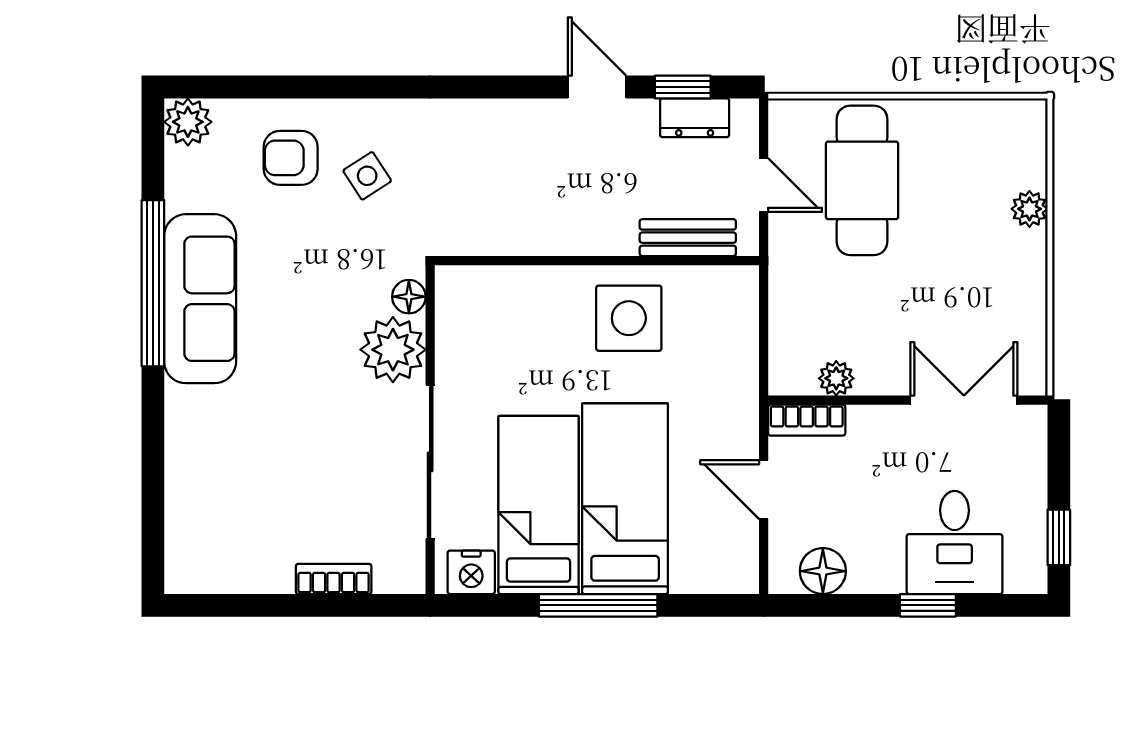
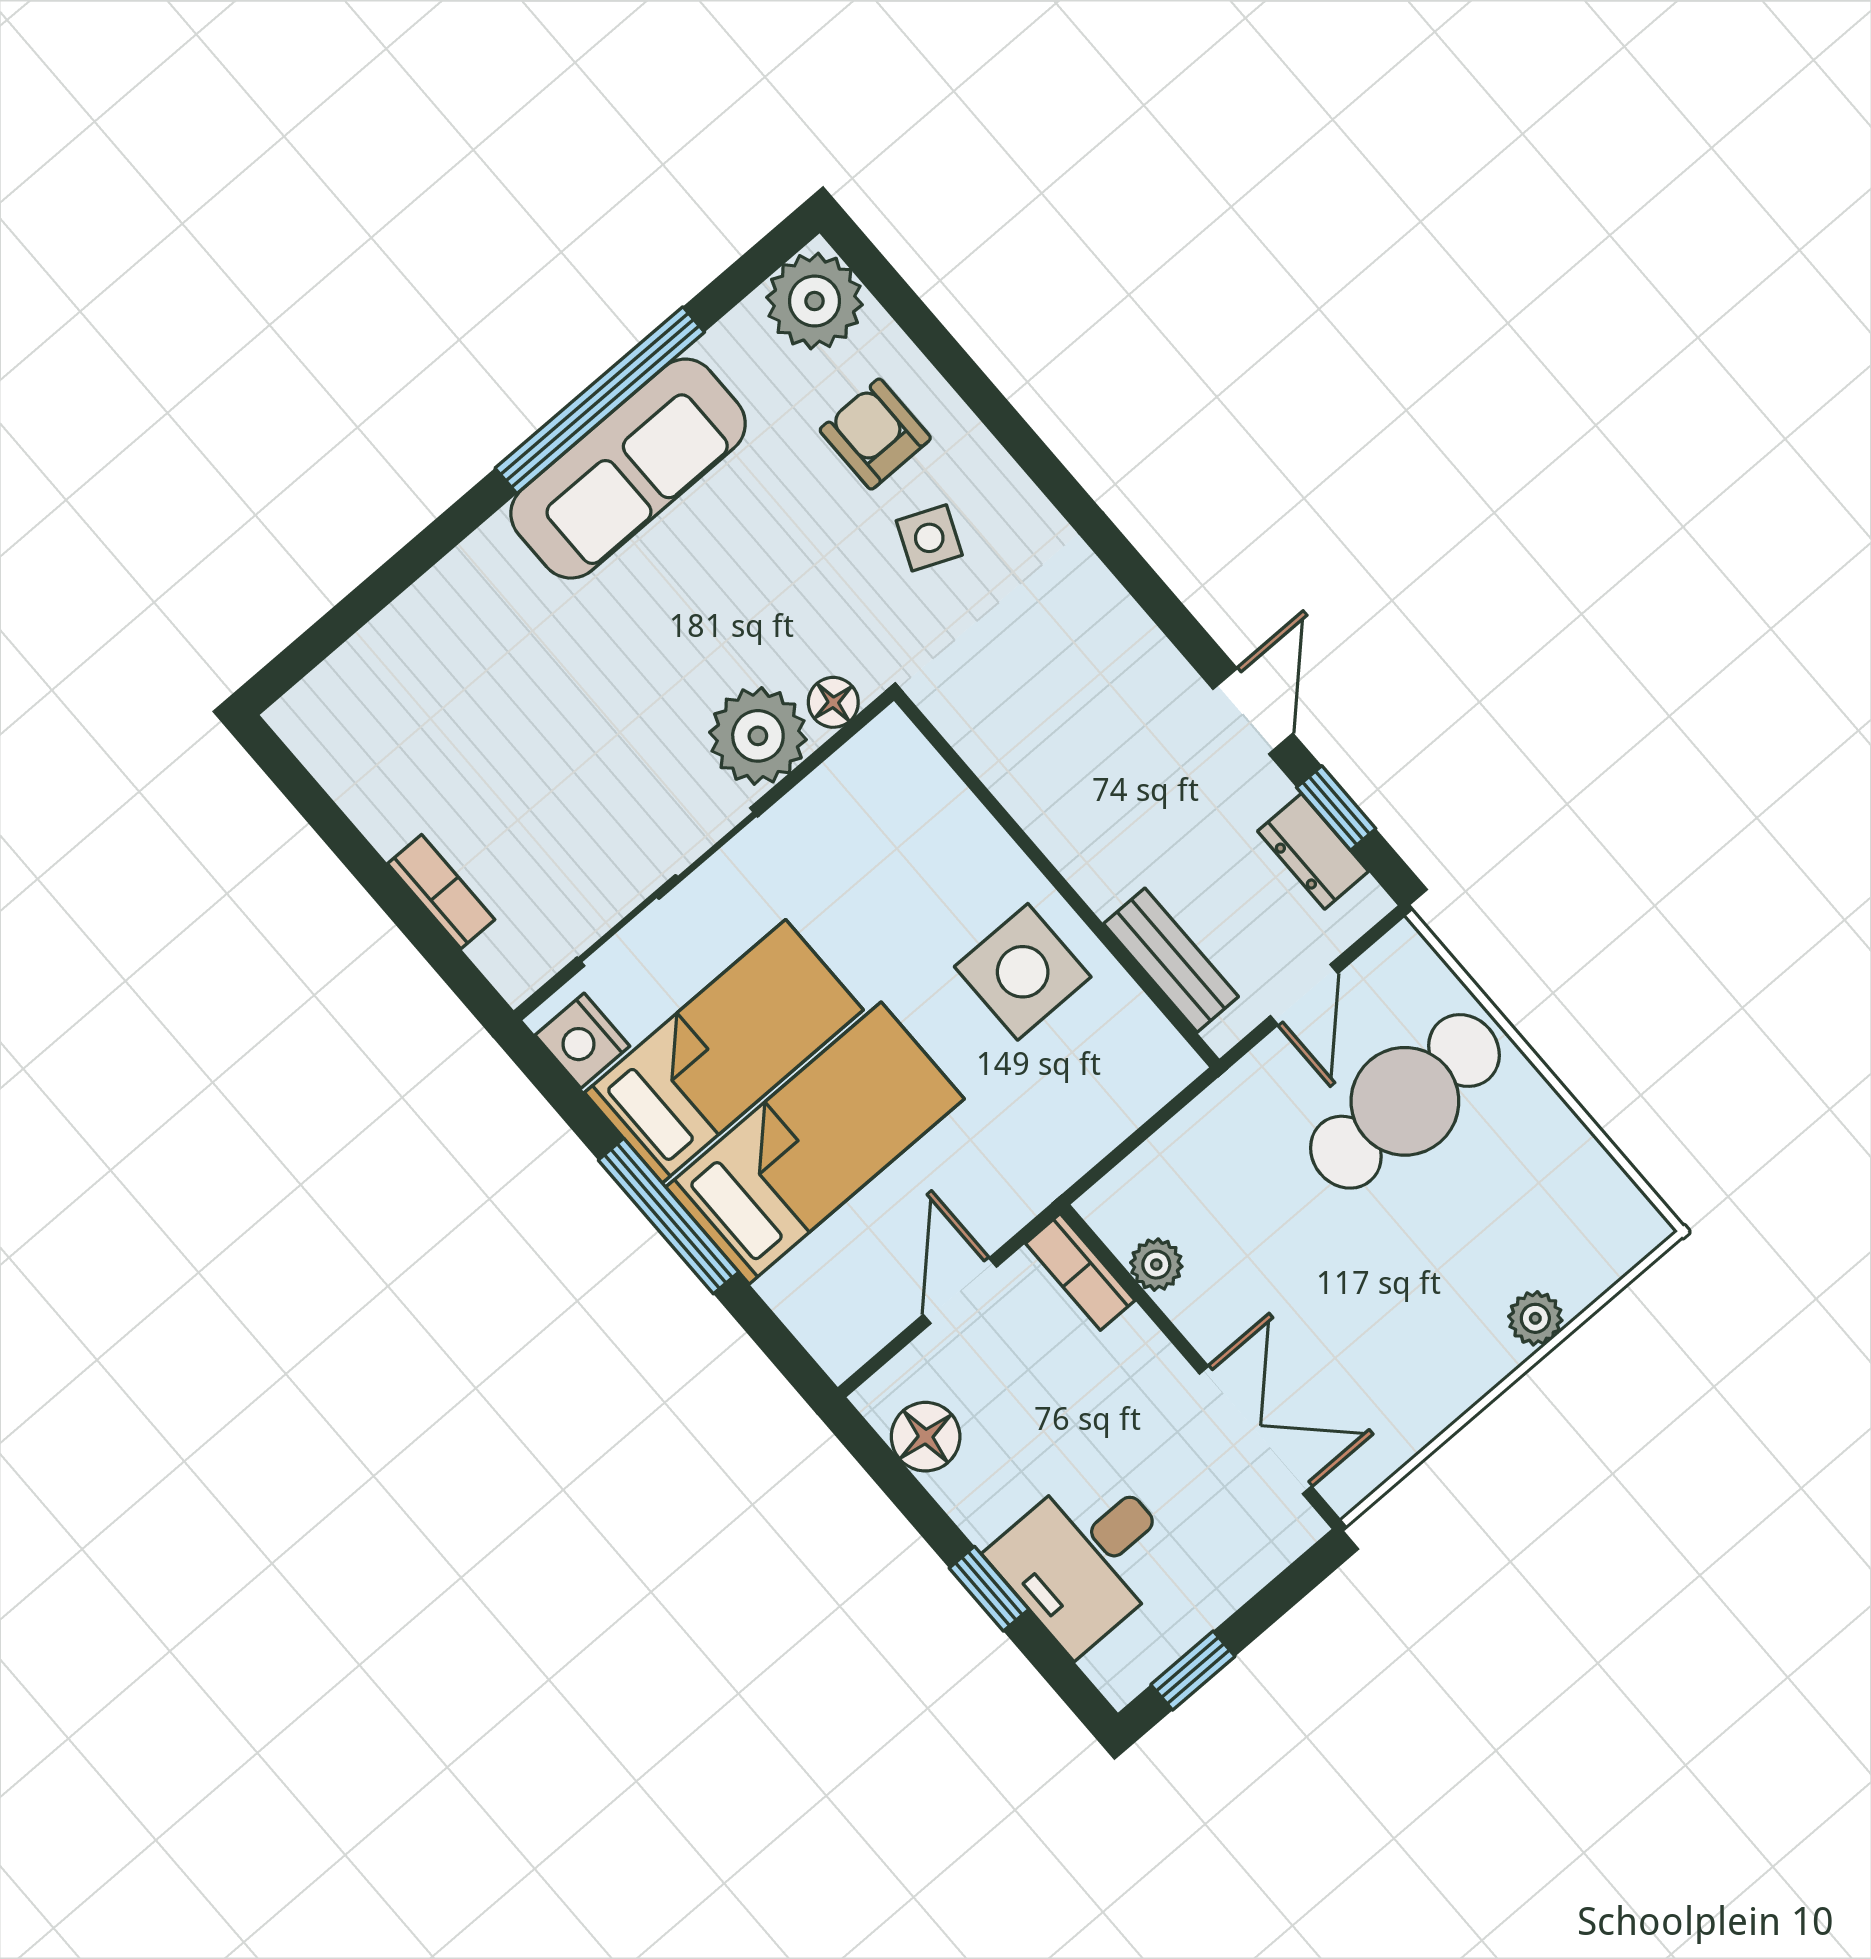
plant: (188, 122) -> (815, 301), width x1.36, depth x1.36
side table: (367, 176) -> (929, 538), turned -34

